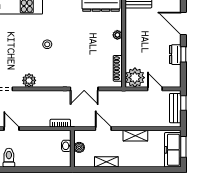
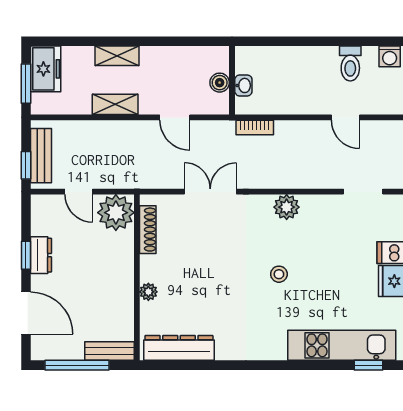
plant: (29, 80) -> (287, 207), moved
freezer: (173, 150) -> (46, 69), width x0.71
shelving: (106, 162) -> (117, 56), moved

